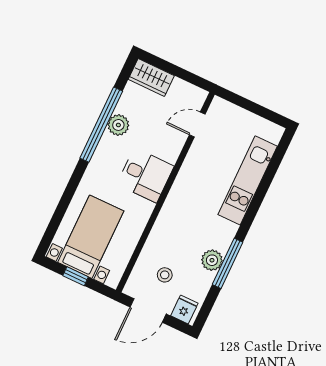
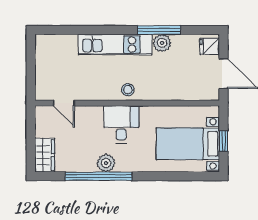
plant: (118, 125) -> (106, 163), moved
kitchen unit: (248, 180) -> (115, 45), moved
stool: (165, 275) -> (128, 90), moved

